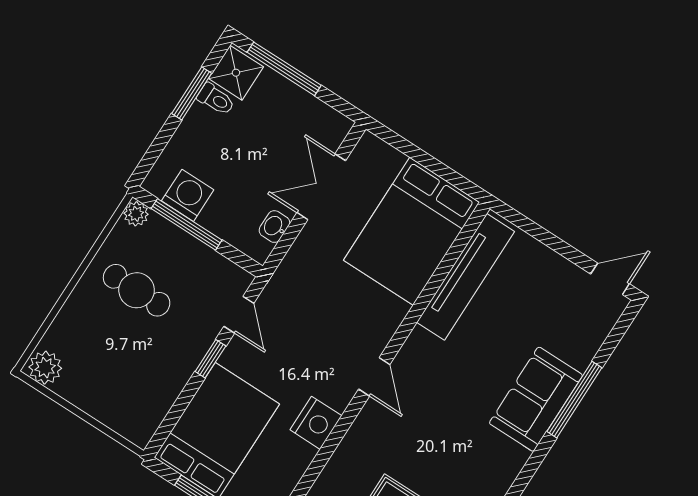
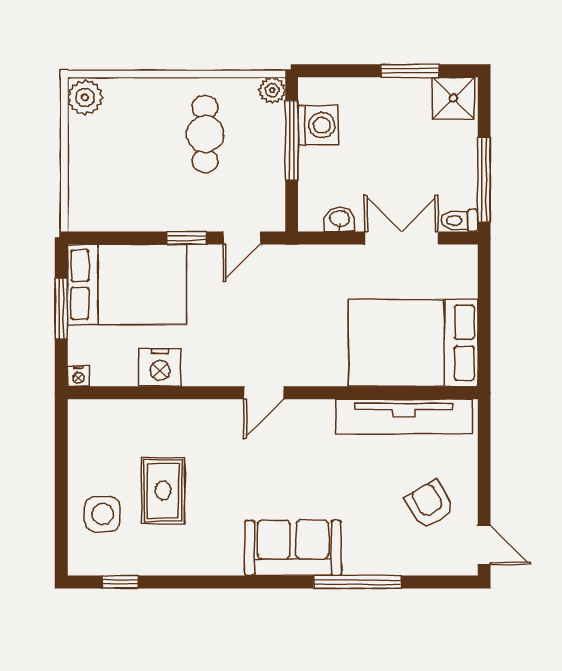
window: (284, 69) -> (484, 180), moved
toilet: (216, 99) -> (459, 220), moved, turned 90
armchair: (550, 302) -> (430, 505), added
sofa: (536, 399) -> (293, 548), moved
nightstand: (316, 423) -> (160, 367), moved

